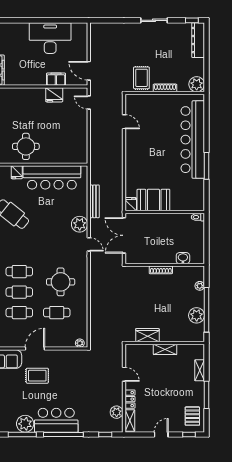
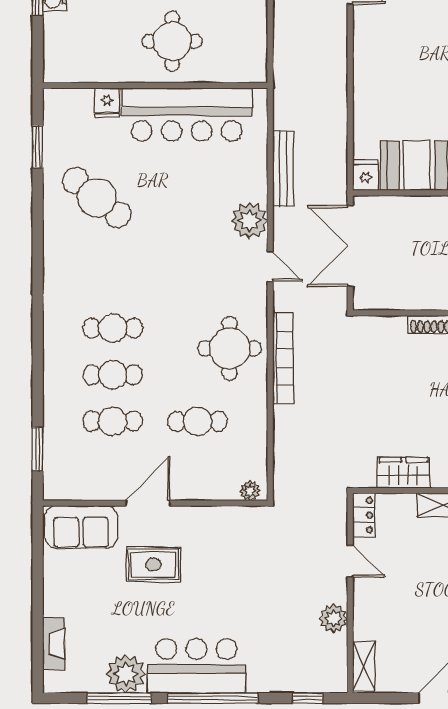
round table: (26, 146) -> (172, 41), moved
round table: (61, 282) -> (230, 348), moved
bookcase: (94, 285) -> (283, 358), added
locker: (130, 399) -> (364, 515), moved
plant: (117, 412) -> (333, 618), moved

